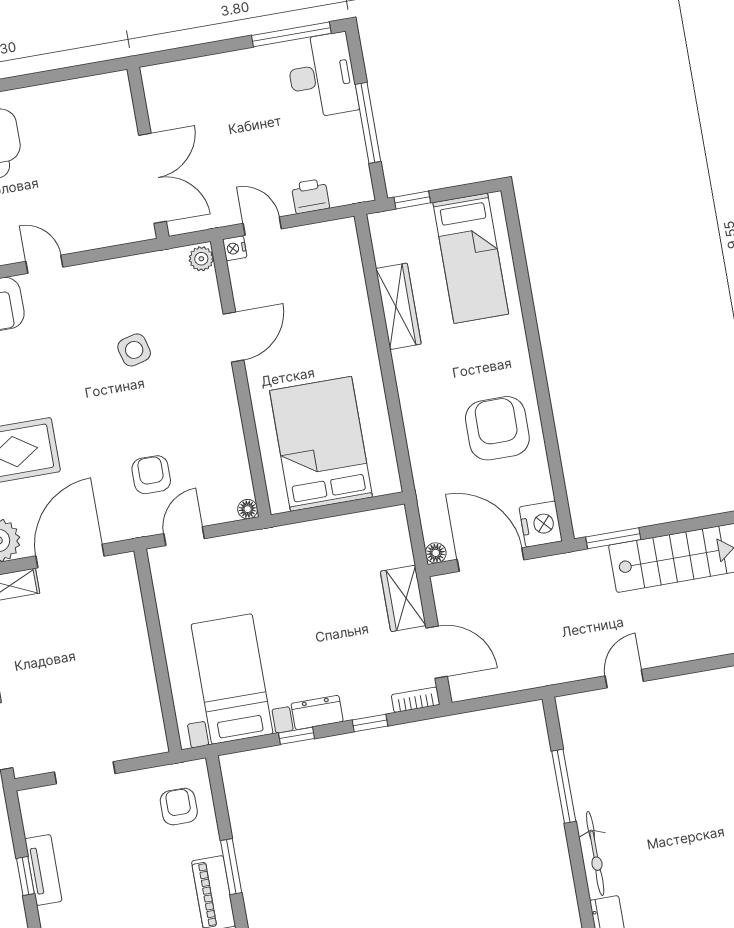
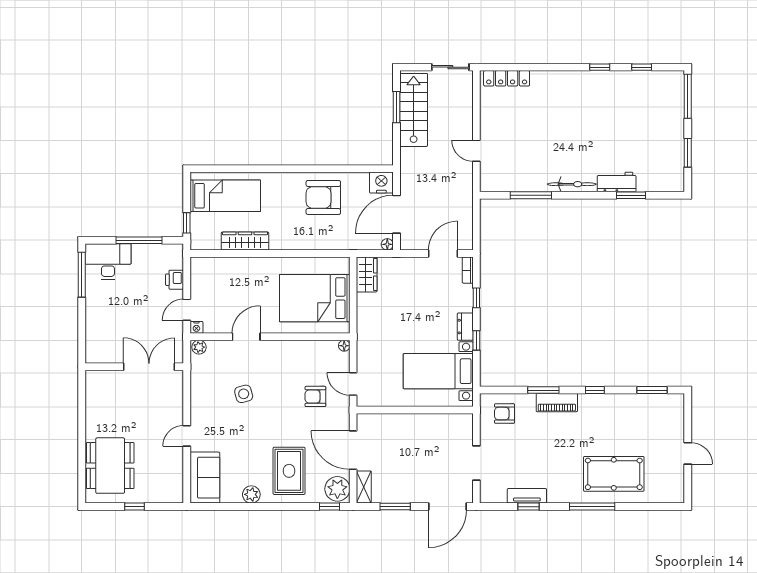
door: (233, 337) -> (246, 337), hinge flipped
window: (613, 538) -> (396, 107), moved
wardrobe: (403, 598) -> (367, 274), moved, turned -90

